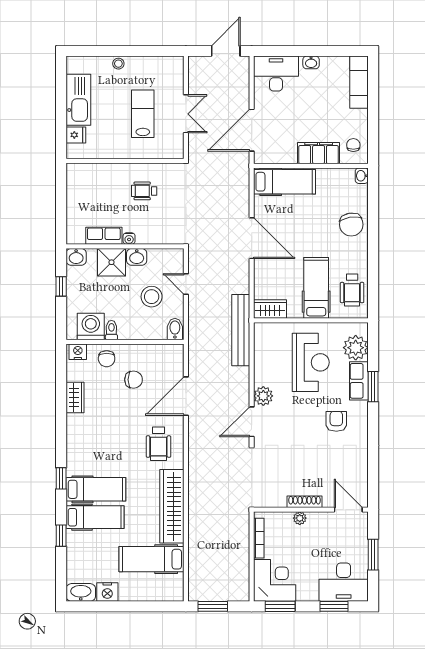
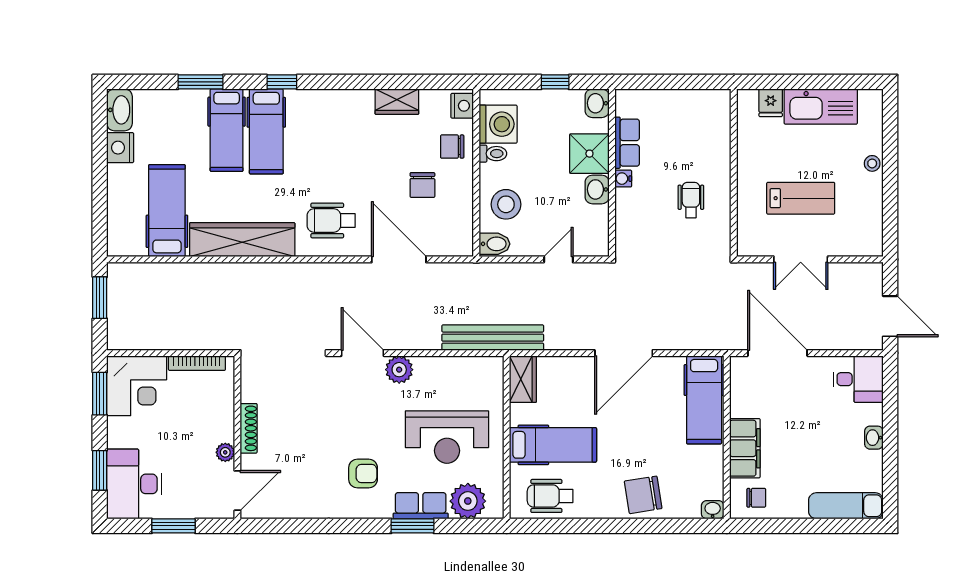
desk: (276, 73) -> (858, 379), width x0.73
stool: (152, 297) -> (506, 204), moved
plant: (300, 518) -> (225, 452), moved
window: (61, 536) -> (200, 82), width x1.50

